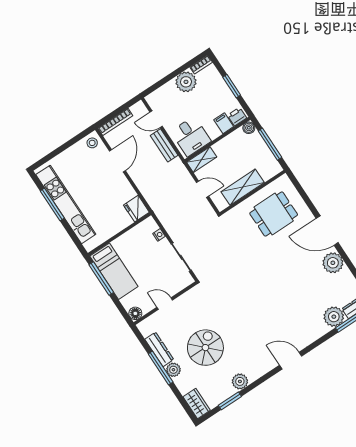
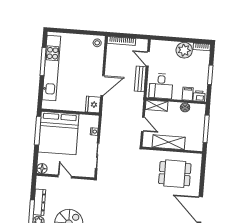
boiler: (249, 128) -> (185, 107), moved
door: (117, 161) -> (103, 86), moved
bed: (114, 271) -> (59, 133), width x2.04

